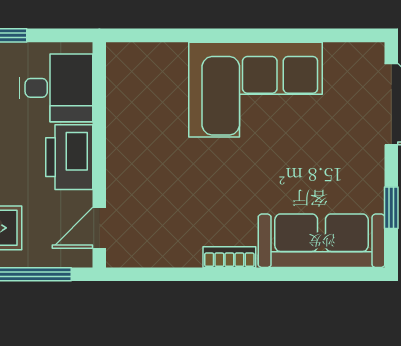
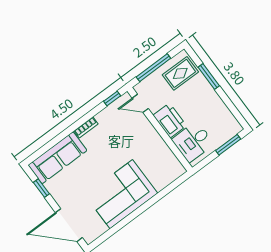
door: (99, 228) -> (140, 103), swing flipped
window: (143, 274) -> (112, 98), added

